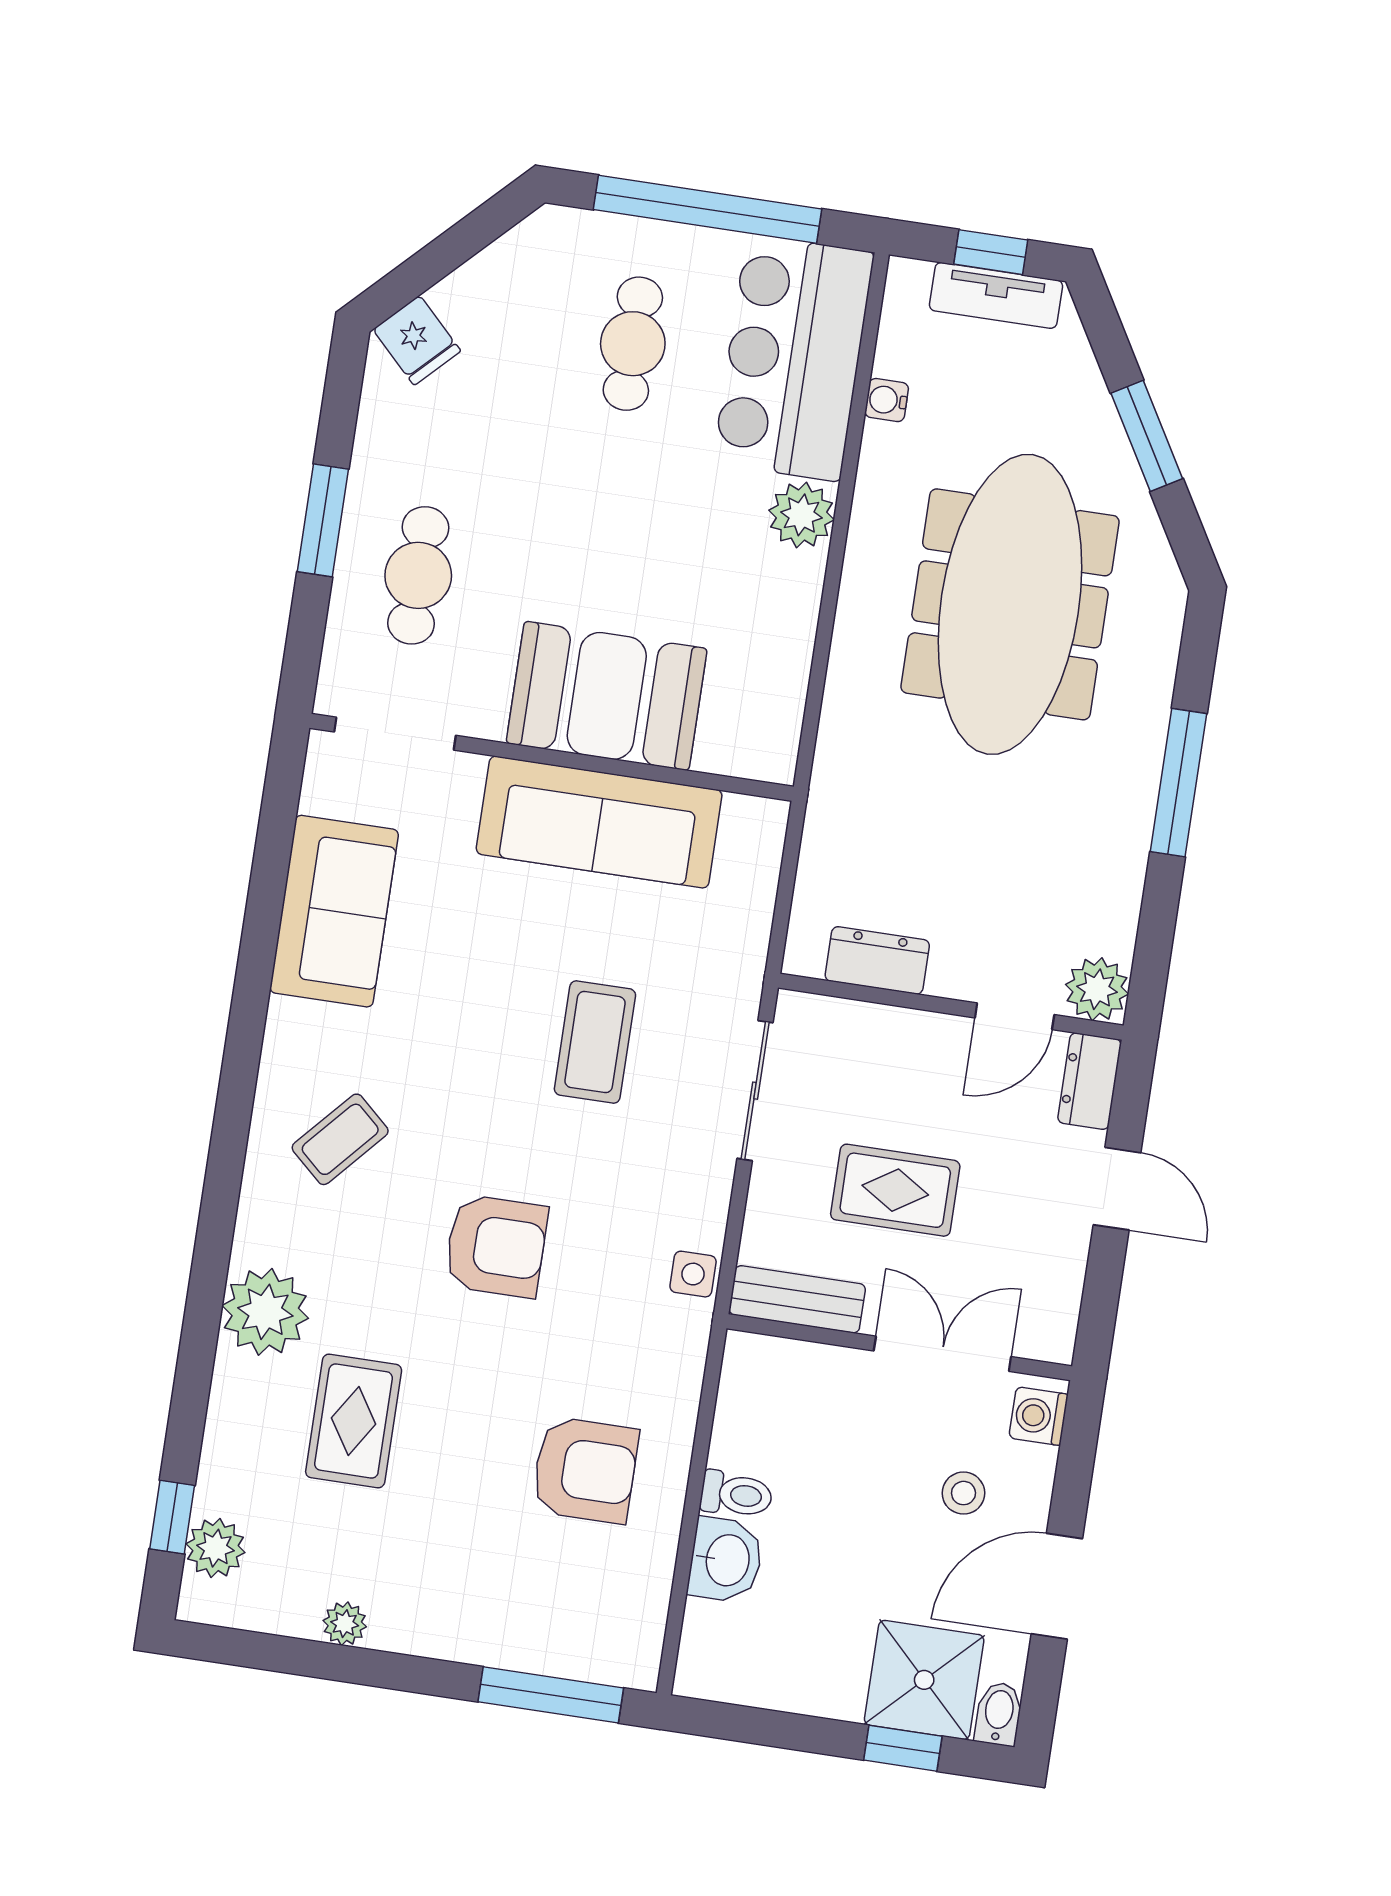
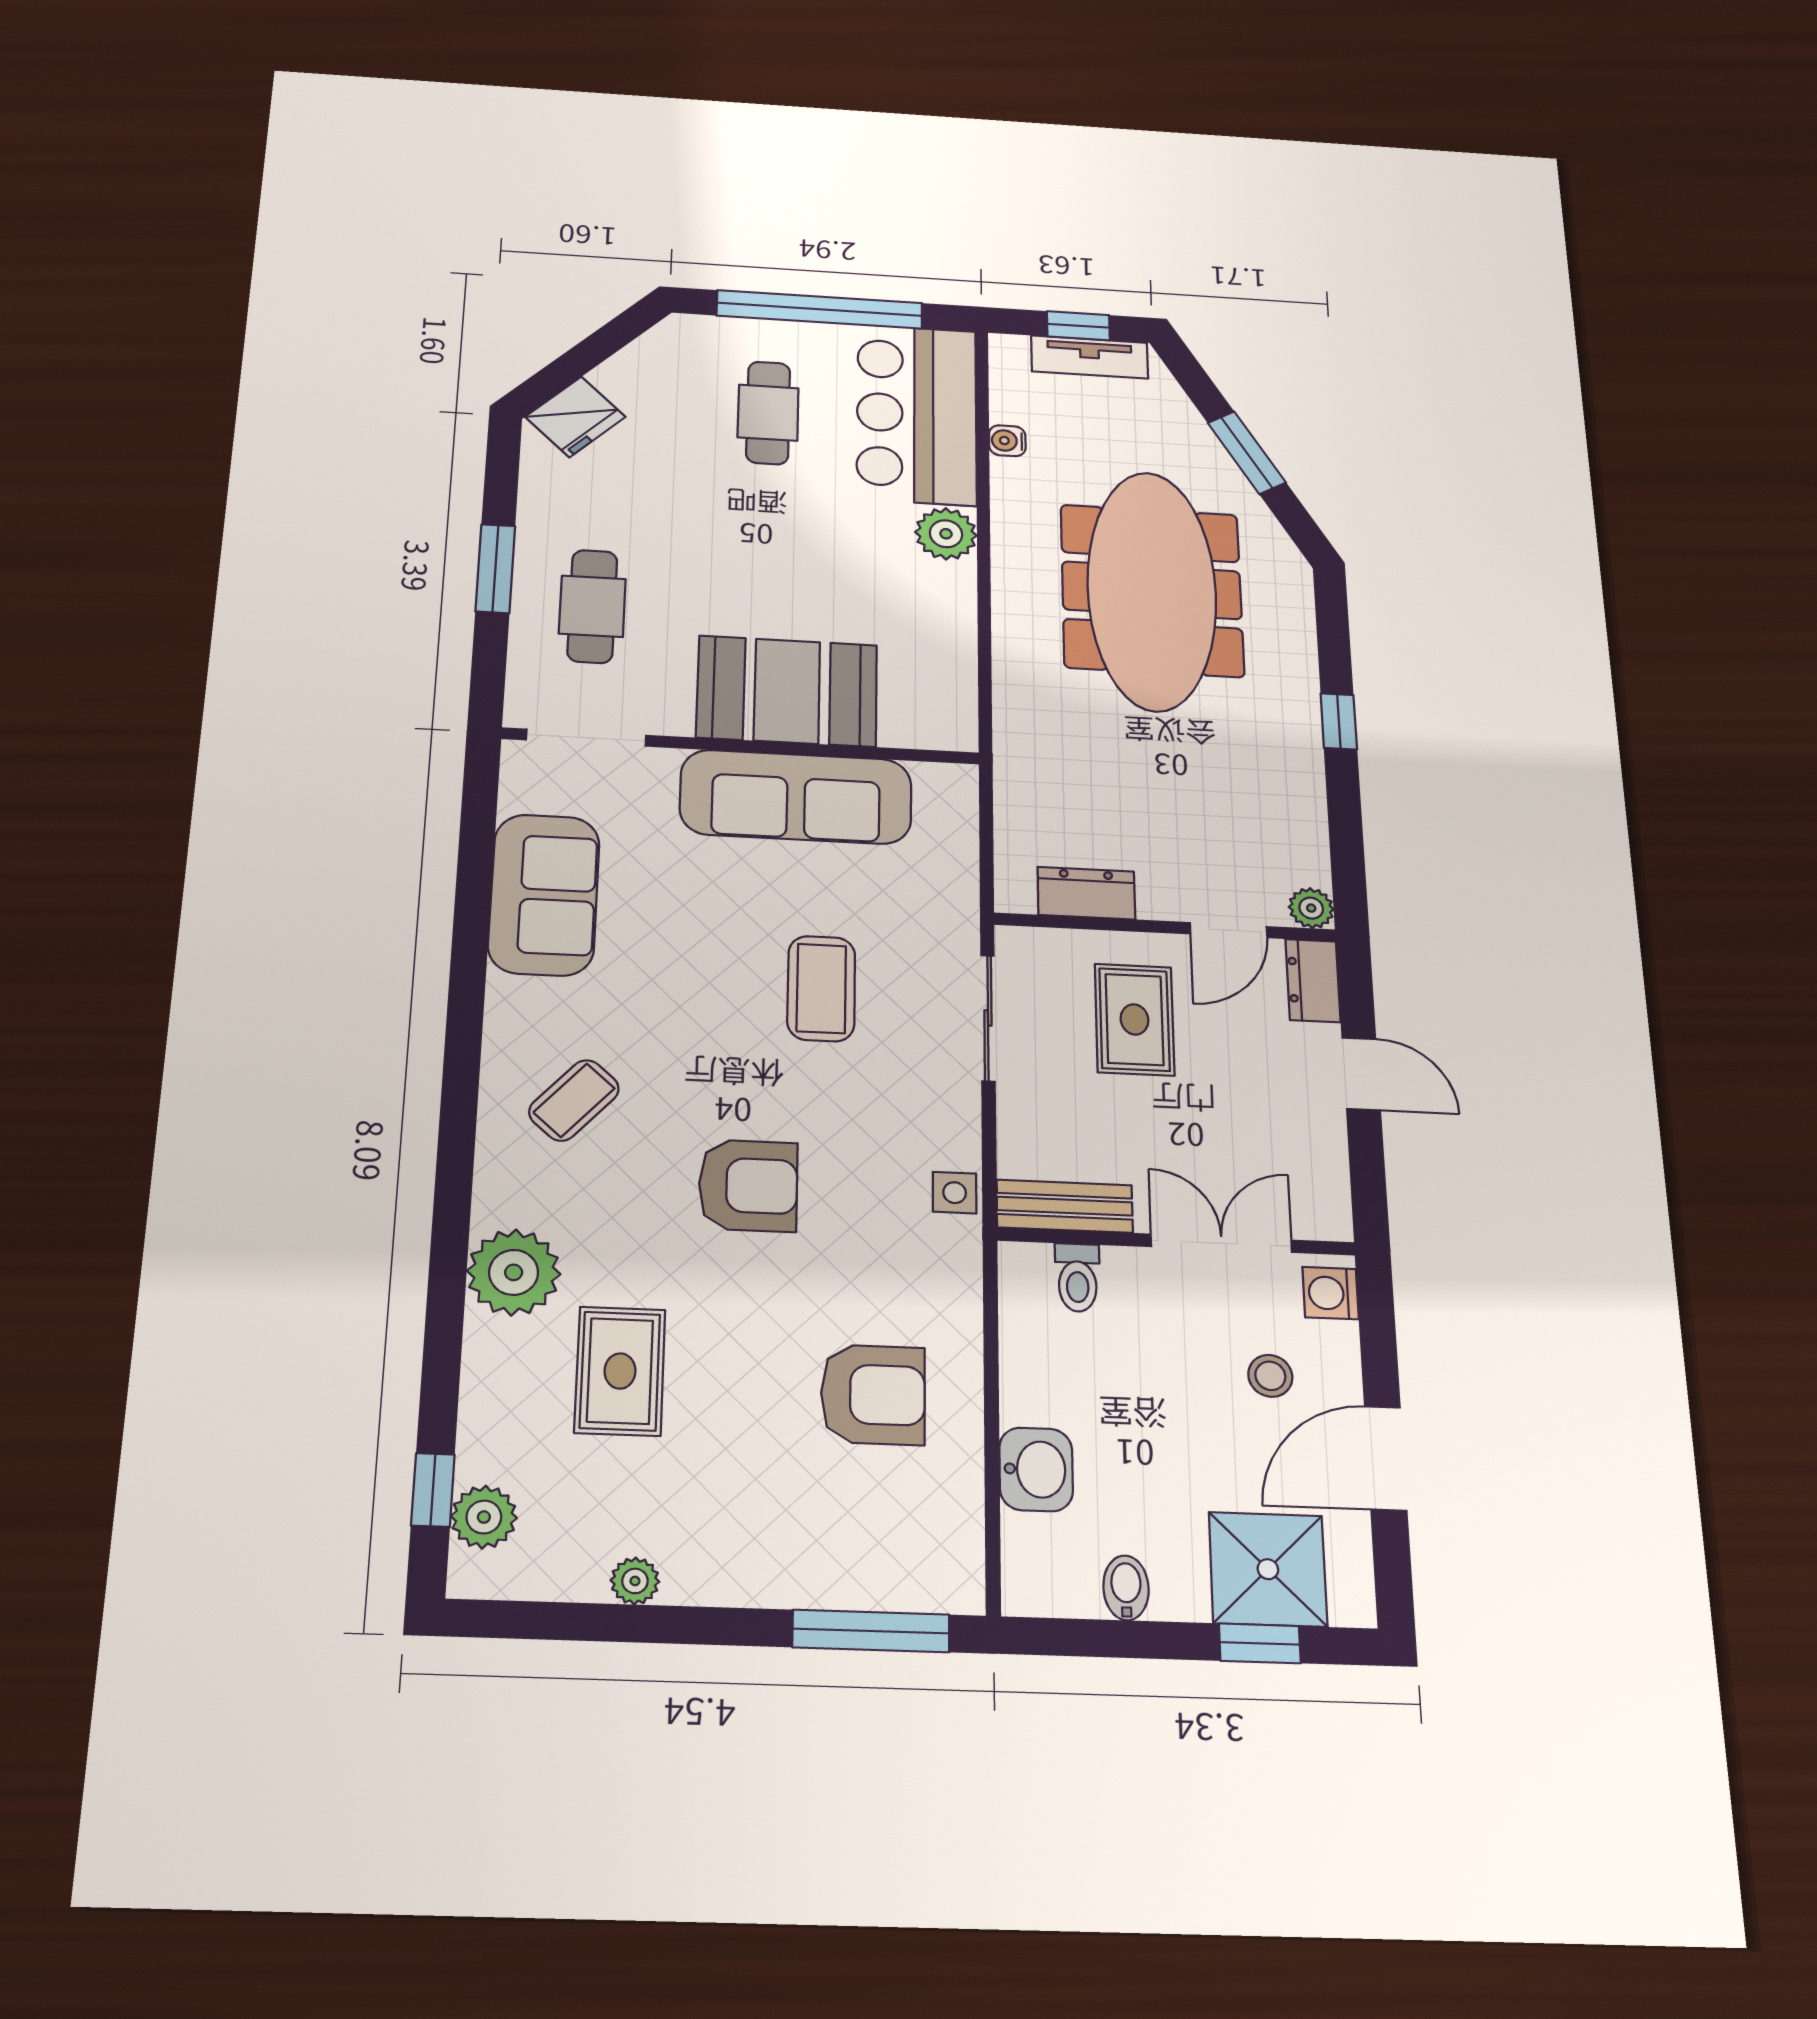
fridge: (417, 340) -> (575, 417), width x1.38
window: (1178, 783) -> (1339, 721), width x0.46
plant: (1097, 989) -> (1311, 908), width x0.73, depth x0.73
rug: (895, 1190) -> (1134, 1019), moved, turned 90
toilet: (736, 1494) -> (1078, 1278), moved, turned 90
bidet: (999, 1714) -> (1126, 1588), moved

